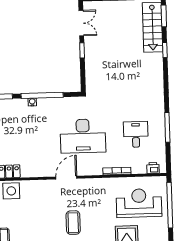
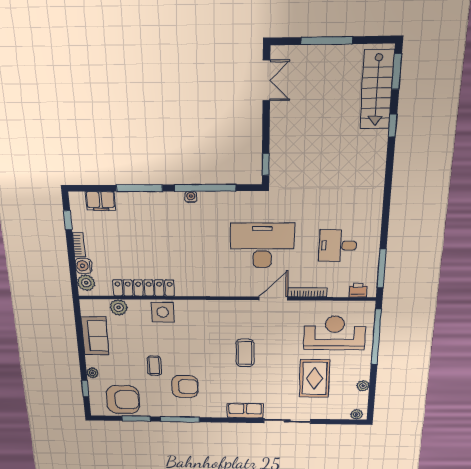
window: (82, 50) -> (266, 164), moved
window: (167, 127) -> (382, 269), moved
desk: (136, 134) -> (338, 246), turned -90
desk: (83, 136) -> (262, 245), turned 180
door: (66, 178) -> (273, 298), moved

